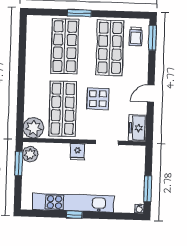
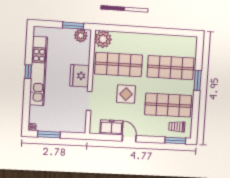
freezer: (138, 128) -> (111, 127), moved
fridge: (77, 152) -> (80, 76), width x1.88, depth x1.34

